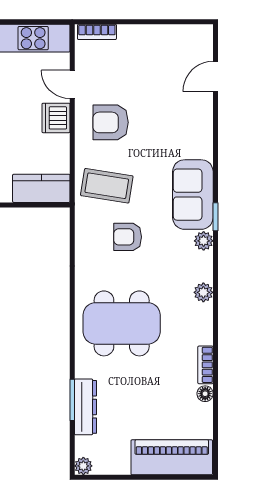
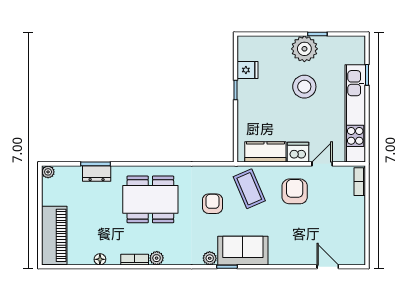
coffee table: (107, 186) -> (249, 189), turned -32
kitchen counter: (41, 188) -> (265, 152), moved, turned -90
plant: (203, 292) -> (157, 258), moved
dining table: (122, 323) -> (150, 199), turned 90
bookcase: (205, 365) -> (135, 260), moved
dresser: (86, 407) -> (97, 173), width x0.70

